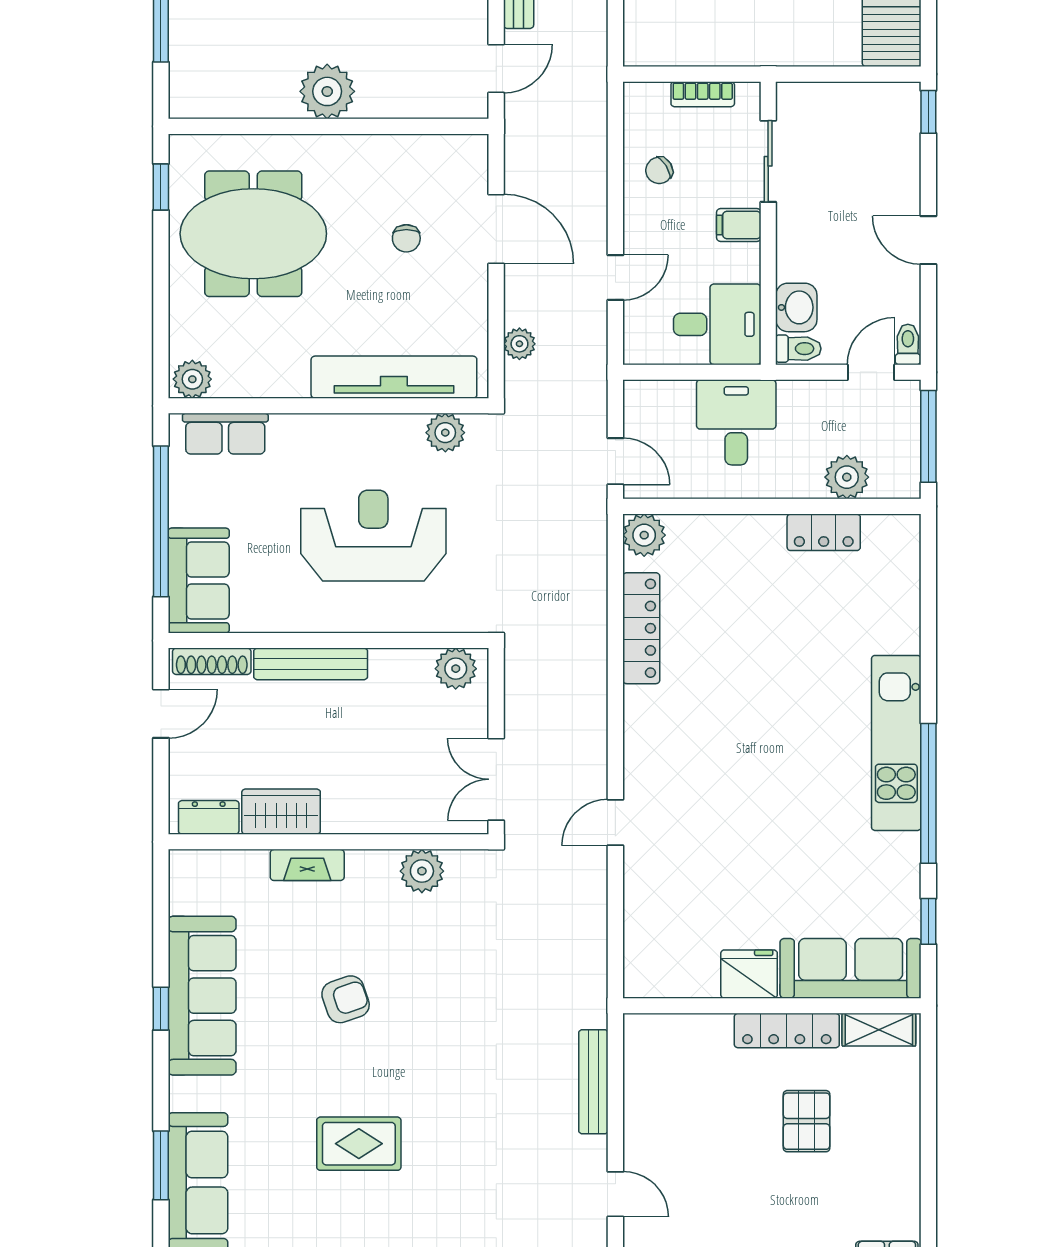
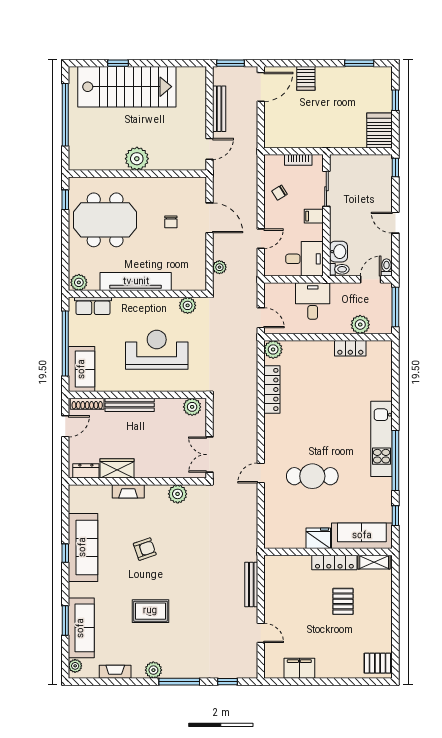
tv unit: (394, 377) -> (136, 282), moved
cafe table: (735, 830) -> (312, 476), added

